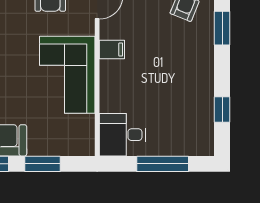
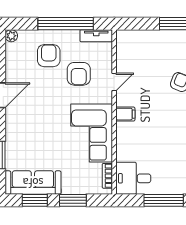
bookcase: (88, 131) -> (107, 176), added

